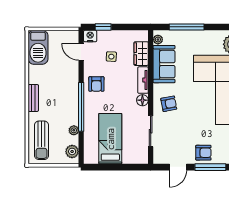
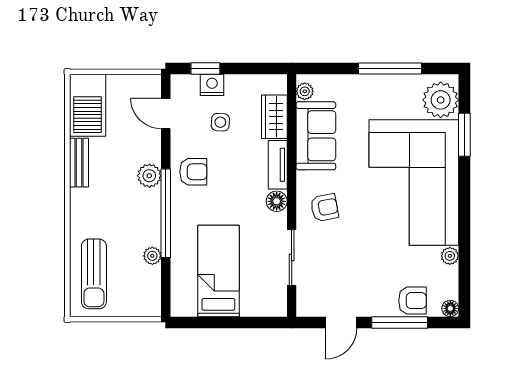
window: (187, 27) -> (390, 69), moved
nightstand: (90, 36) -> (212, 85), moved
armchair: (96, 84) -> (193, 172), turned -90
bench: (33, 98) -> (79, 163), moved
plant: (72, 151) -> (149, 176), moved
armchair: (203, 153) -> (412, 301), moved

